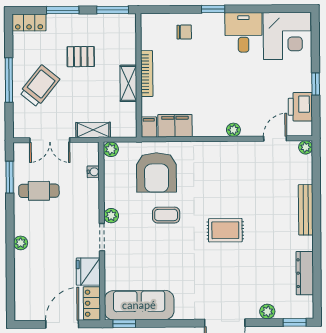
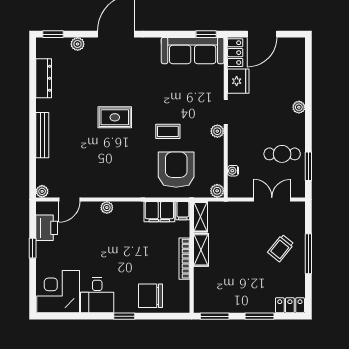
chair: (184, 32) -> (151, 296), width x1.87, depth x1.87
pallet: (81, 57) -> (244, 274), removed
trolley: (40, 86) -> (281, 248), width x0.73, depth x0.72
shelving: (93, 130) -> (201, 217), moved, turned 90

